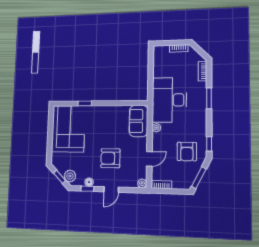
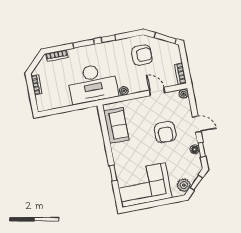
sofa: (138, 121) -> (116, 126), moved, turned -90
window: (209, 144) -> (109, 39), moved
plant: (70, 176) -> (184, 185), moved

